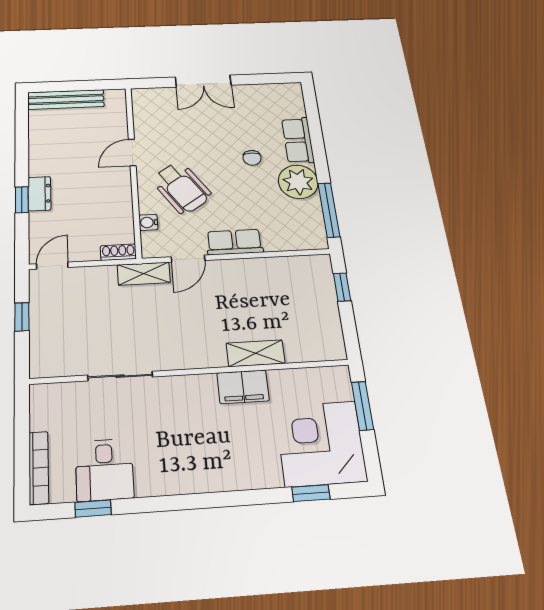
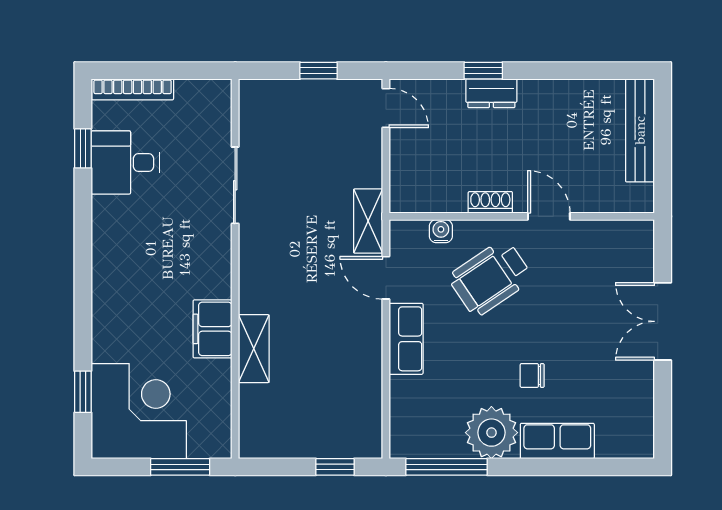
shoe rack: (118, 252) -> (490, 202), moved, turned -90

